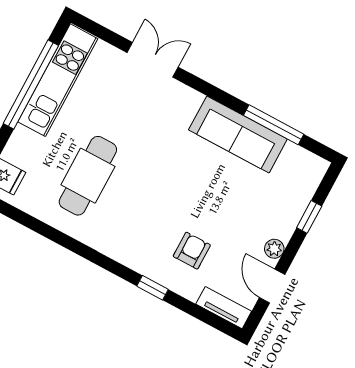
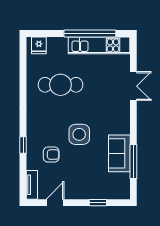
sofa: (238, 134) -> (119, 153), width x0.73
side table: (184, 188) -> (79, 134), added
plant: (274, 249) -> (73, 194), removed

